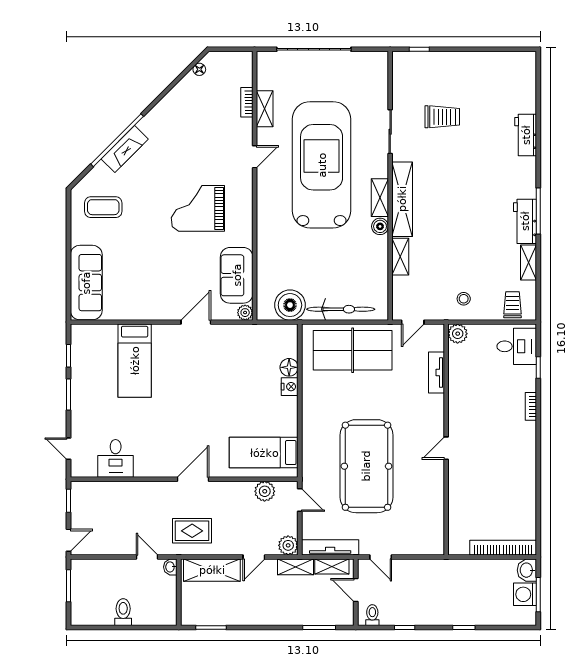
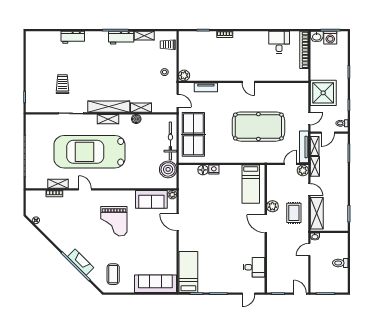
boiler: (380, 226) -> (136, 119), moved
desk: (517, 346) -> (279, 42), moved
bed: (135, 361) -> (188, 272), moved, turned -90
plant: (265, 491) -> (272, 206), moved
door: (300, 500) -> (291, 164), moved
rug: (192, 531) -> (294, 213), moved
shower: (427, 582) -> (323, 93), added

